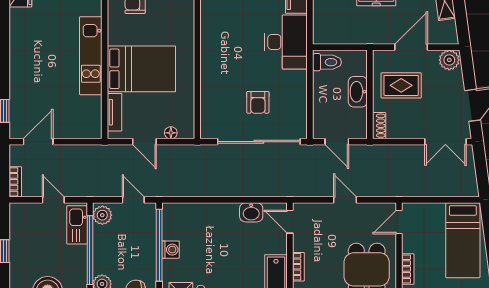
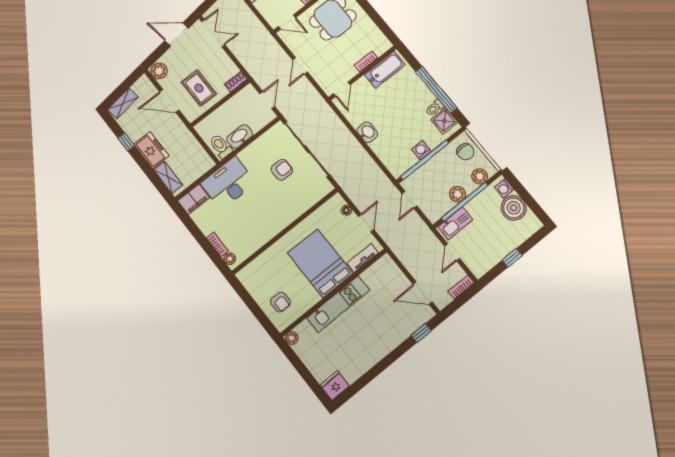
washbasin: (358, 92) -> (240, 136), moved, turned 180
washbasin: (251, 212) -> (367, 132), moved
plant: (102, 215) -> (458, 194), moved

